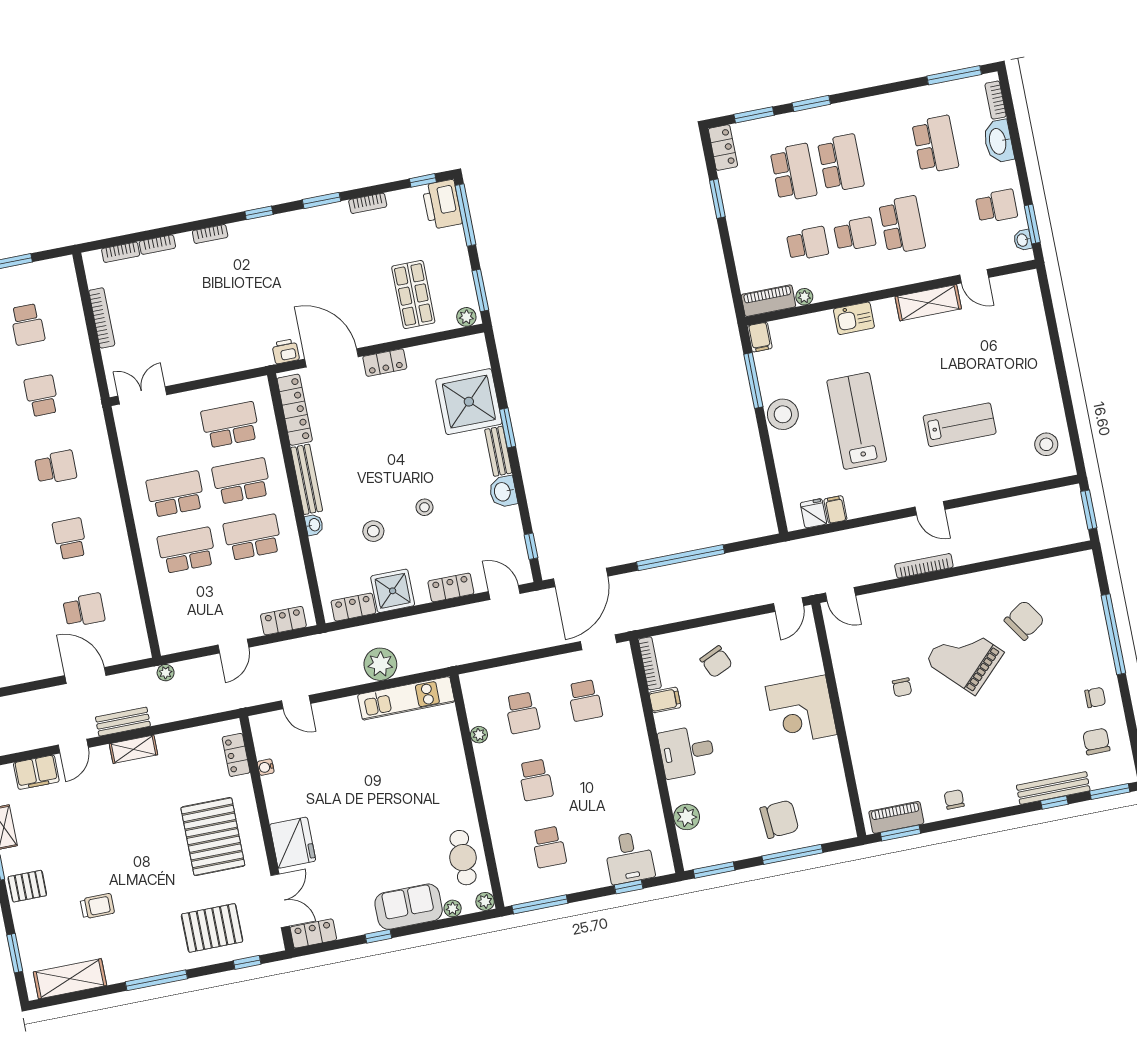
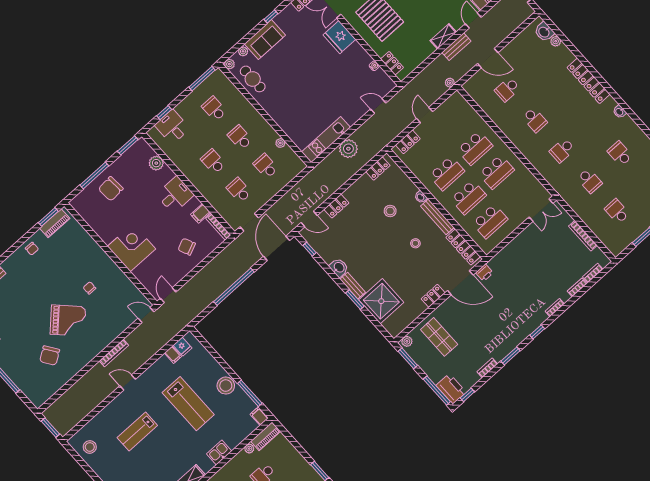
stool: (424, 507) -> (415, 243), moved
shower: (393, 591) -> (364, 188), removed
school desk: (598, 768) -> (213, 162), added

